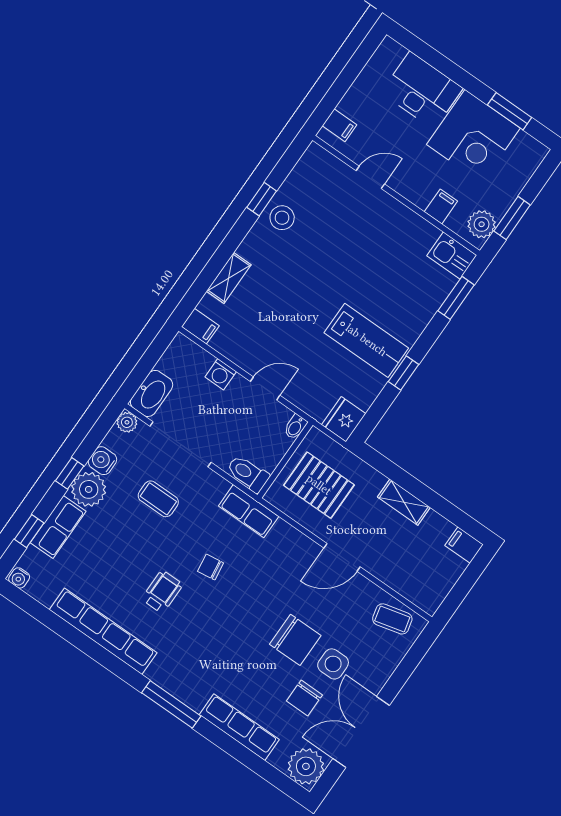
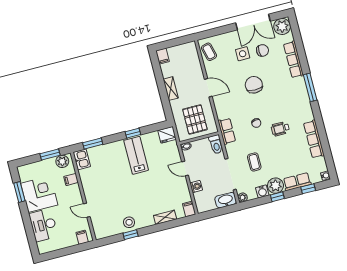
row of seats: (103, 631) -> (314, 139), width x0.73
chair: (295, 640) -> (254, 85), moved

